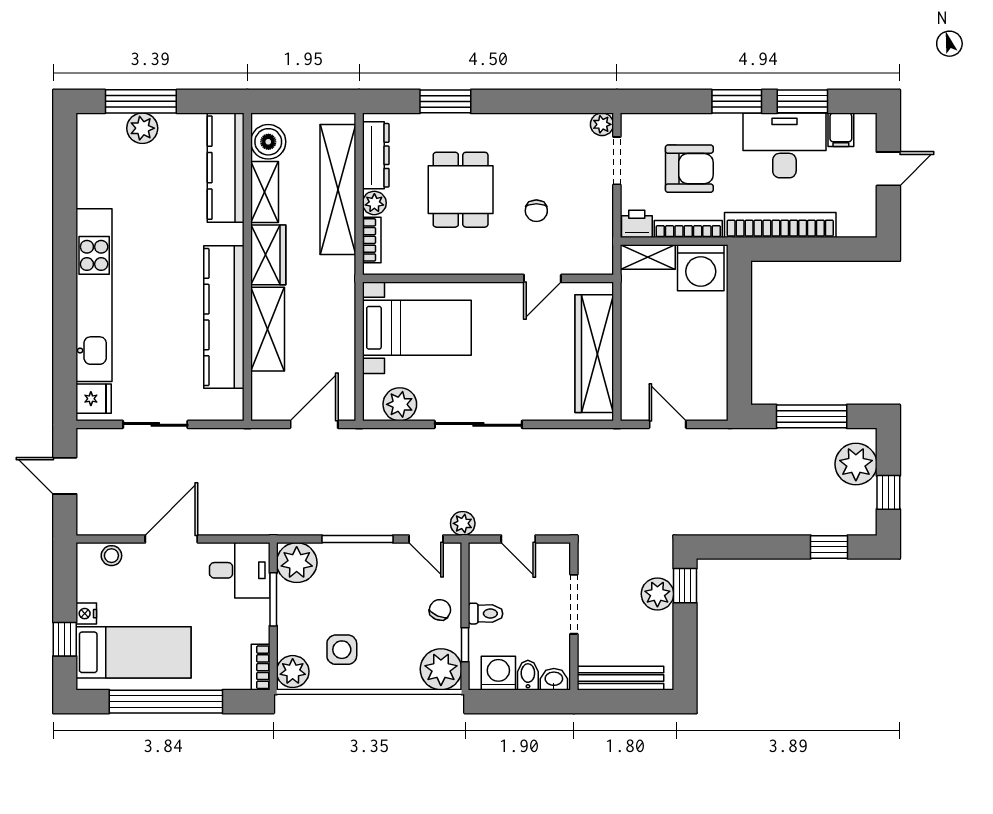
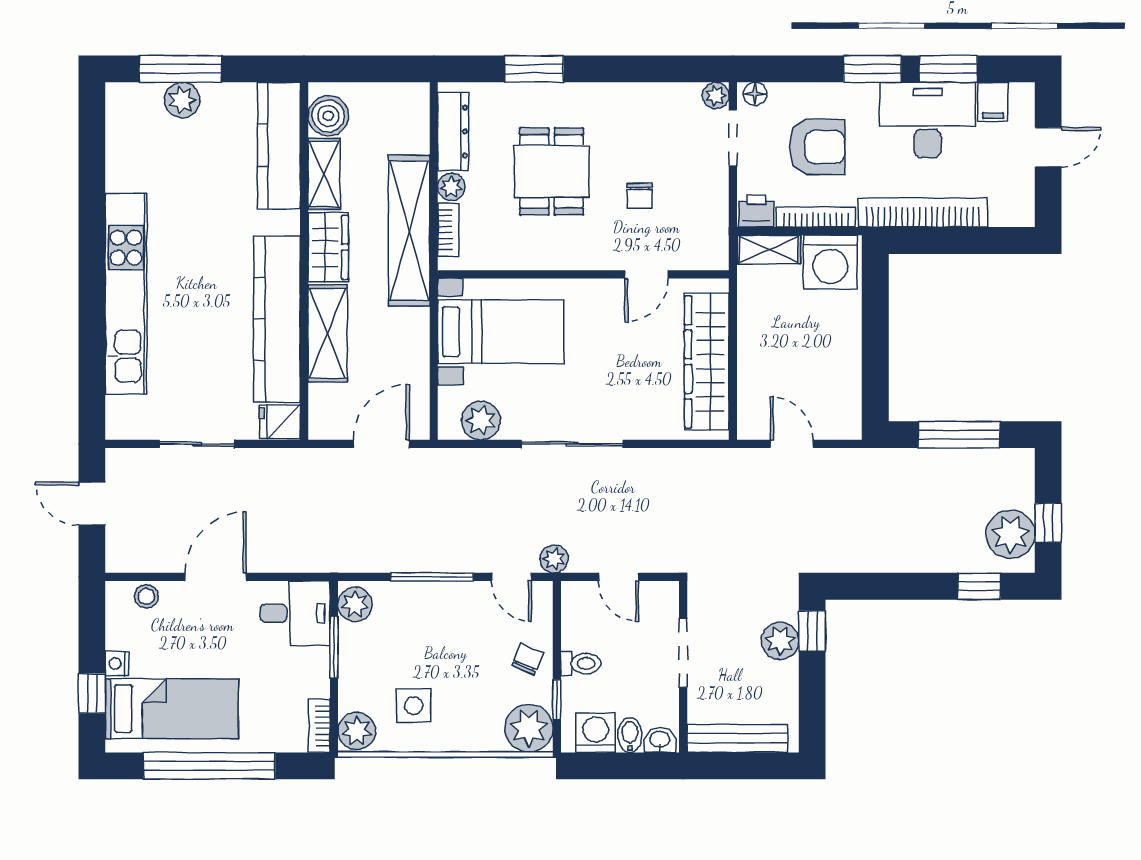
floor lamp: (636, 123) -> (755, 94), added
shelving: (338, 189) -> (409, 231), moved
fridge: (94, 399) -> (280, 422), moved, turned 180
plant: (856, 464) -> (1011, 534), moved
plant: (297, 563) -> (355, 604), width x0.73, depth x0.73

